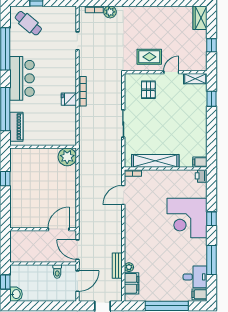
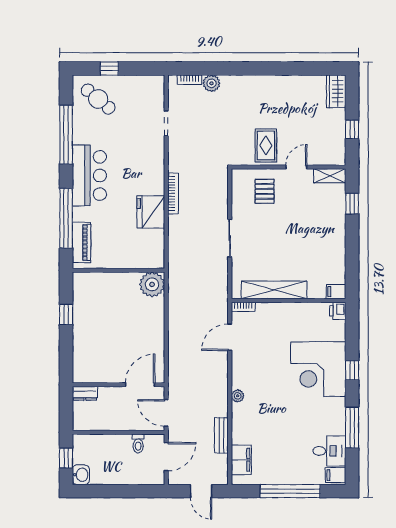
rug: (149, 57) -> (266, 146), turned 90
fridge: (69, 99) -> (151, 212), width x1.88, depth x1.34
dresser: (19, 235) -> (85, 393), added
plant: (129, 267) -> (238, 396), moved

